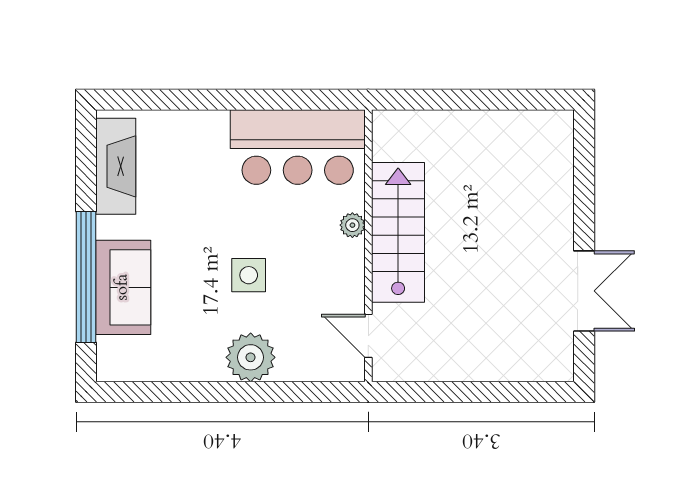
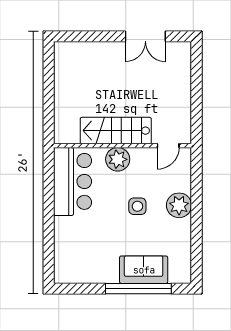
fireplace: (116, 166) -> (82, 274), removed
plant: (352, 225) -> (118, 159), width x1.88, depth x1.88
double door: (584, 291) -> (145, 36), swing flipped

